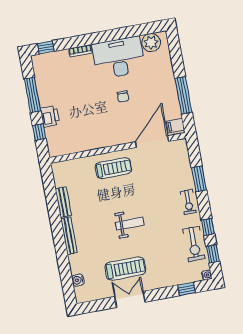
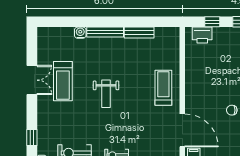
printer: (50, 116) -> (202, 35), moved
treadmill: (113, 168) -> (163, 88), turned 180
water cooler: (78, 280) -> (80, 33), moved

